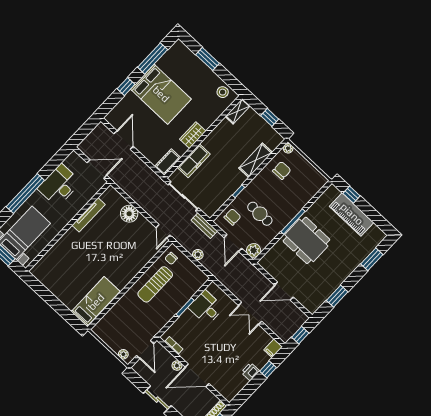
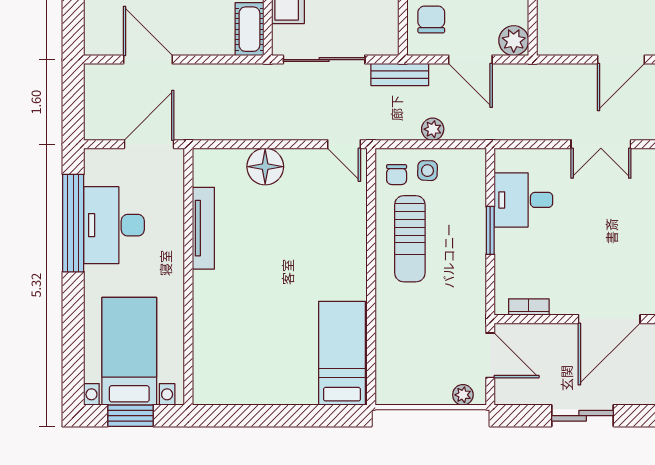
window: (25, 193) -> (73, 223), moved
side table: (183, 267) -> (427, 171), added
plant: (177, 366) -> (563, 333), removed

